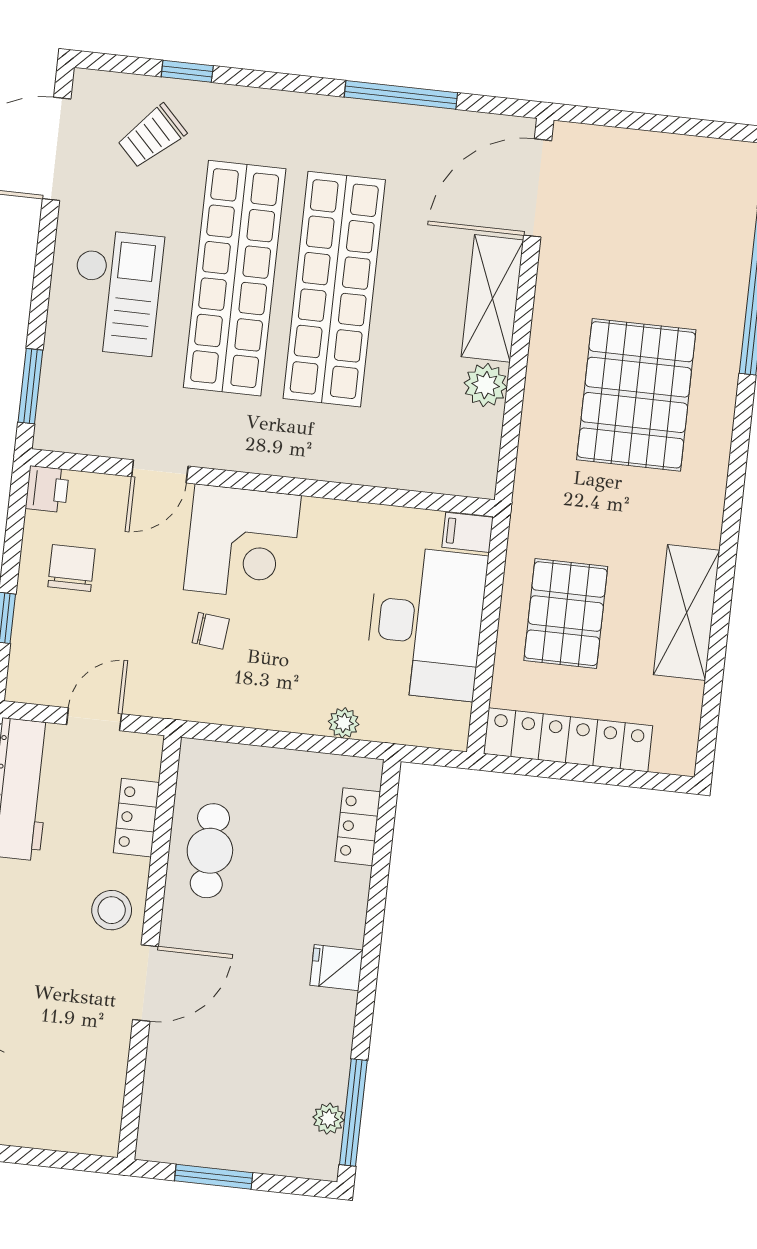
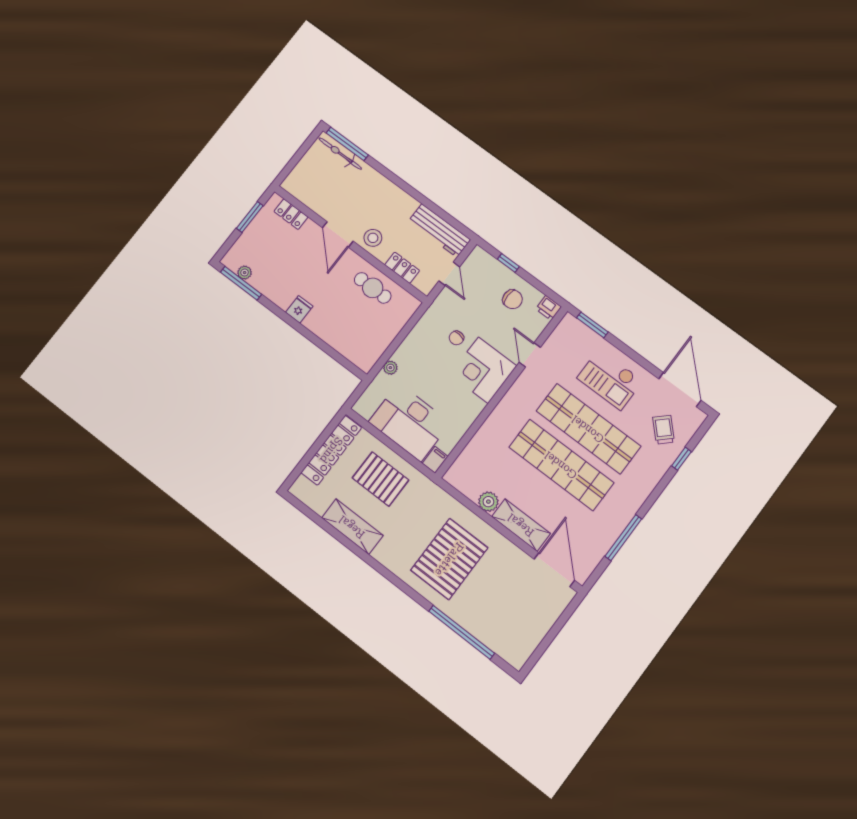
pallet: (636, 395) -> (449, 559), turned 90
locker: (358, 827) -> (291, 214), moved, turned 180

